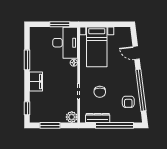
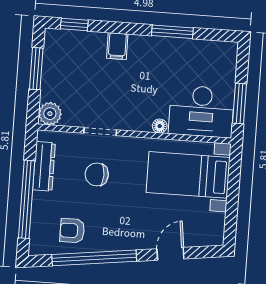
filing cabinet: (36, 82) -> (117, 46), width x0.50

